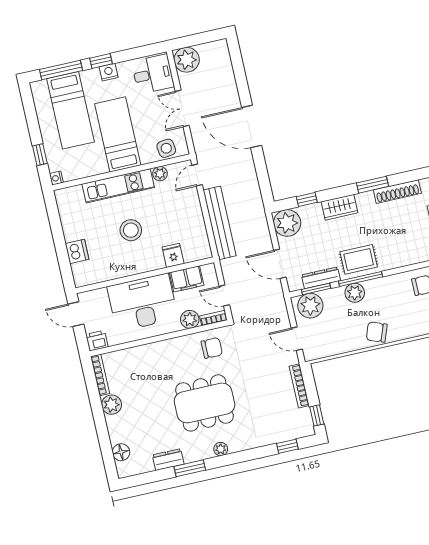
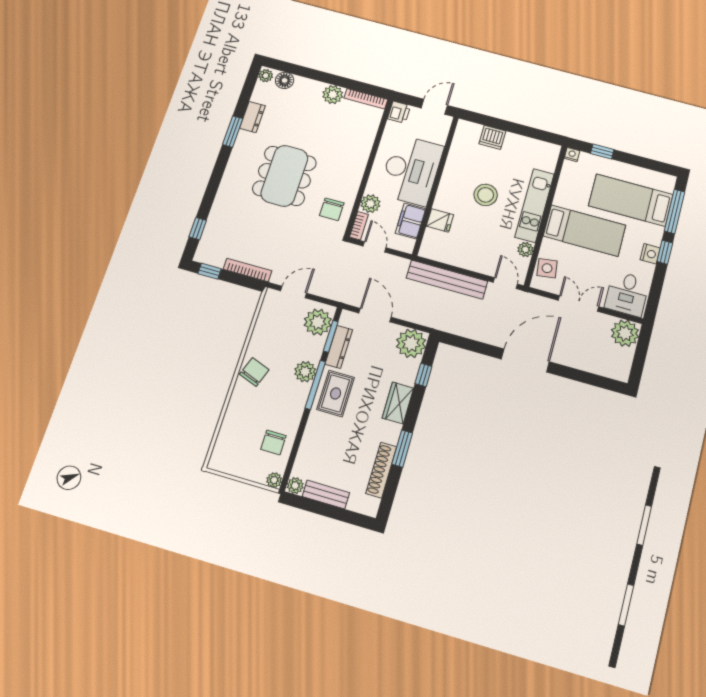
door: (280, 264) -> (375, 315), hinge flipped
door: (224, 296) -> (375, 247), hinge flipped
plant: (221, 449) -> (266, 76), moved

